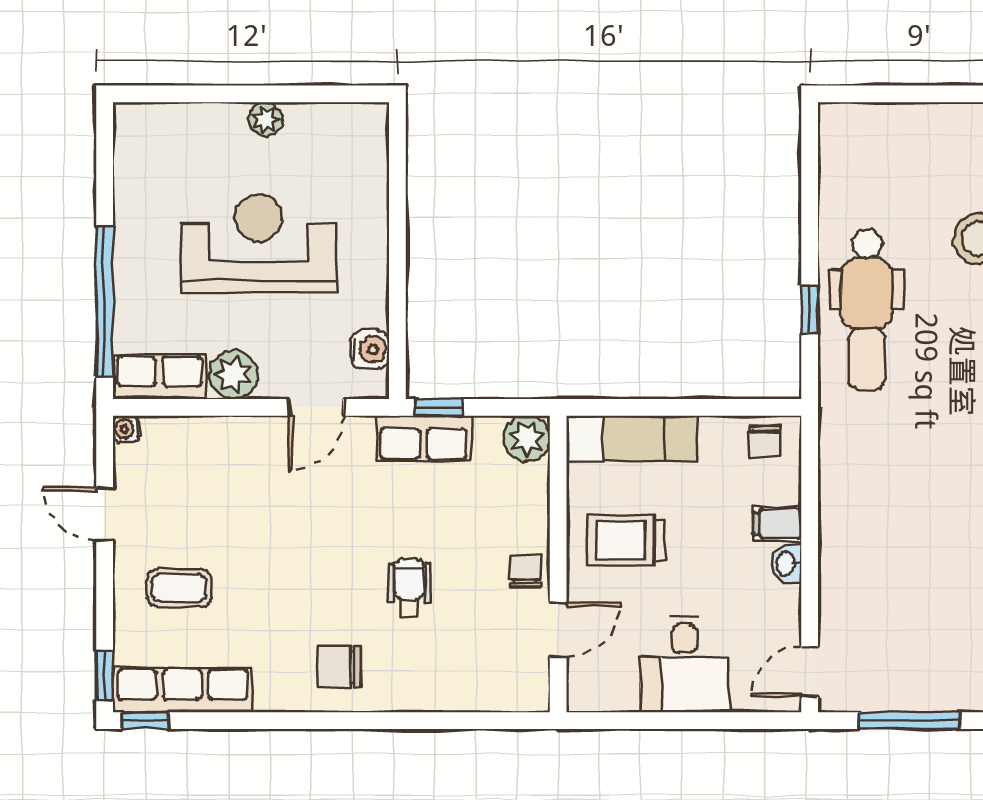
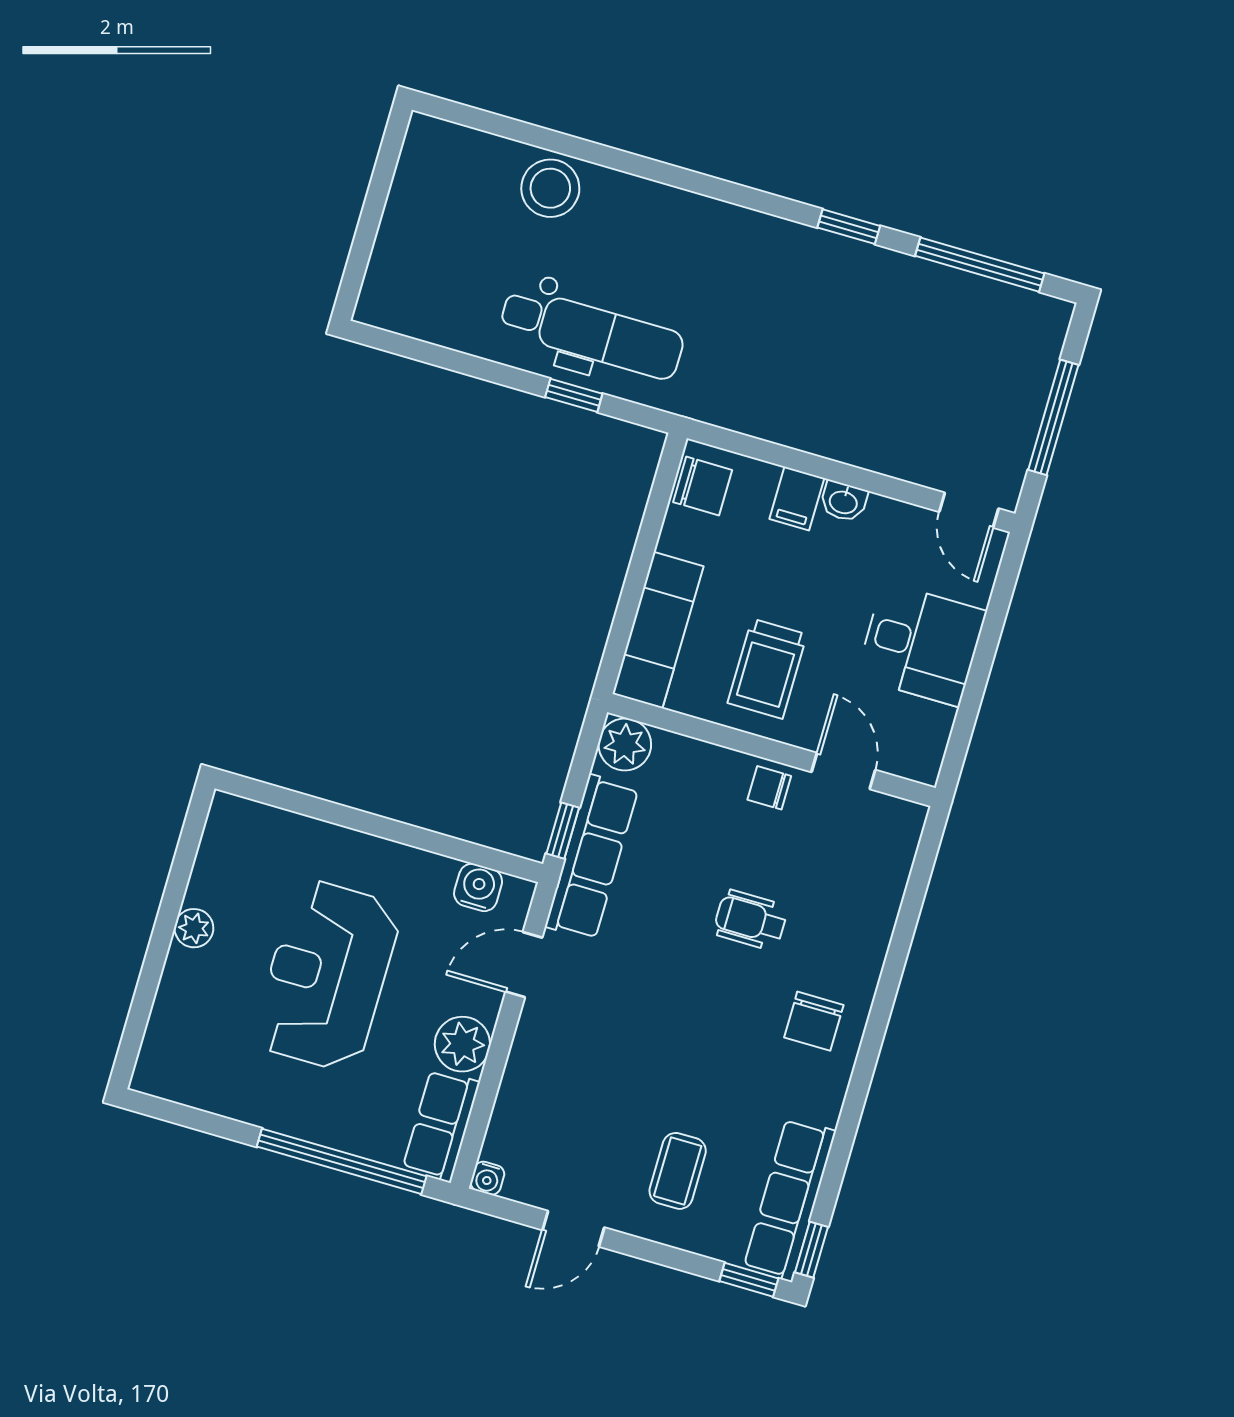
door: (316, 407) -> (524, 965), swing flipped
row of seats: (423, 438) -> (592, 857), width x1.48
chair: (765, 441) -> (703, 486), width x1.37, depth x1.37

